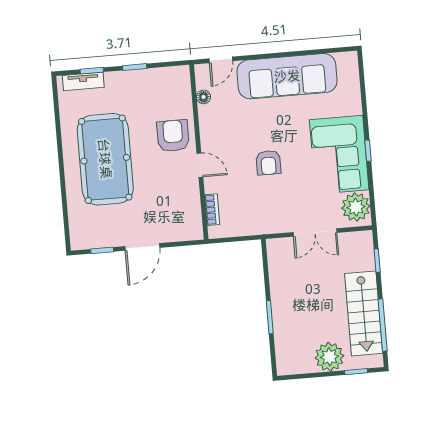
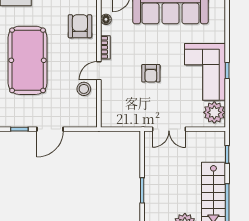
armchair: (173, 136) -> (80, 26), moved
door: (200, 165) -> (99, 71), swing flipped
stool: (182, 191) -> (84, 89), added
bookcase: (212, 210) -> (105, 47), moved
double door: (315, 232) -> (169, 129), moved

